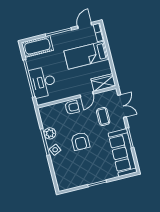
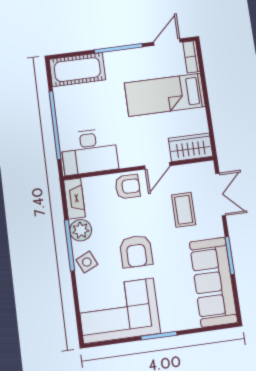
desk: (43, 82) -> (89, 152), moved, turned -90
fireplace: (44, 117) -> (74, 199), added
corner sofa: (75, 173) -> (119, 311), added

